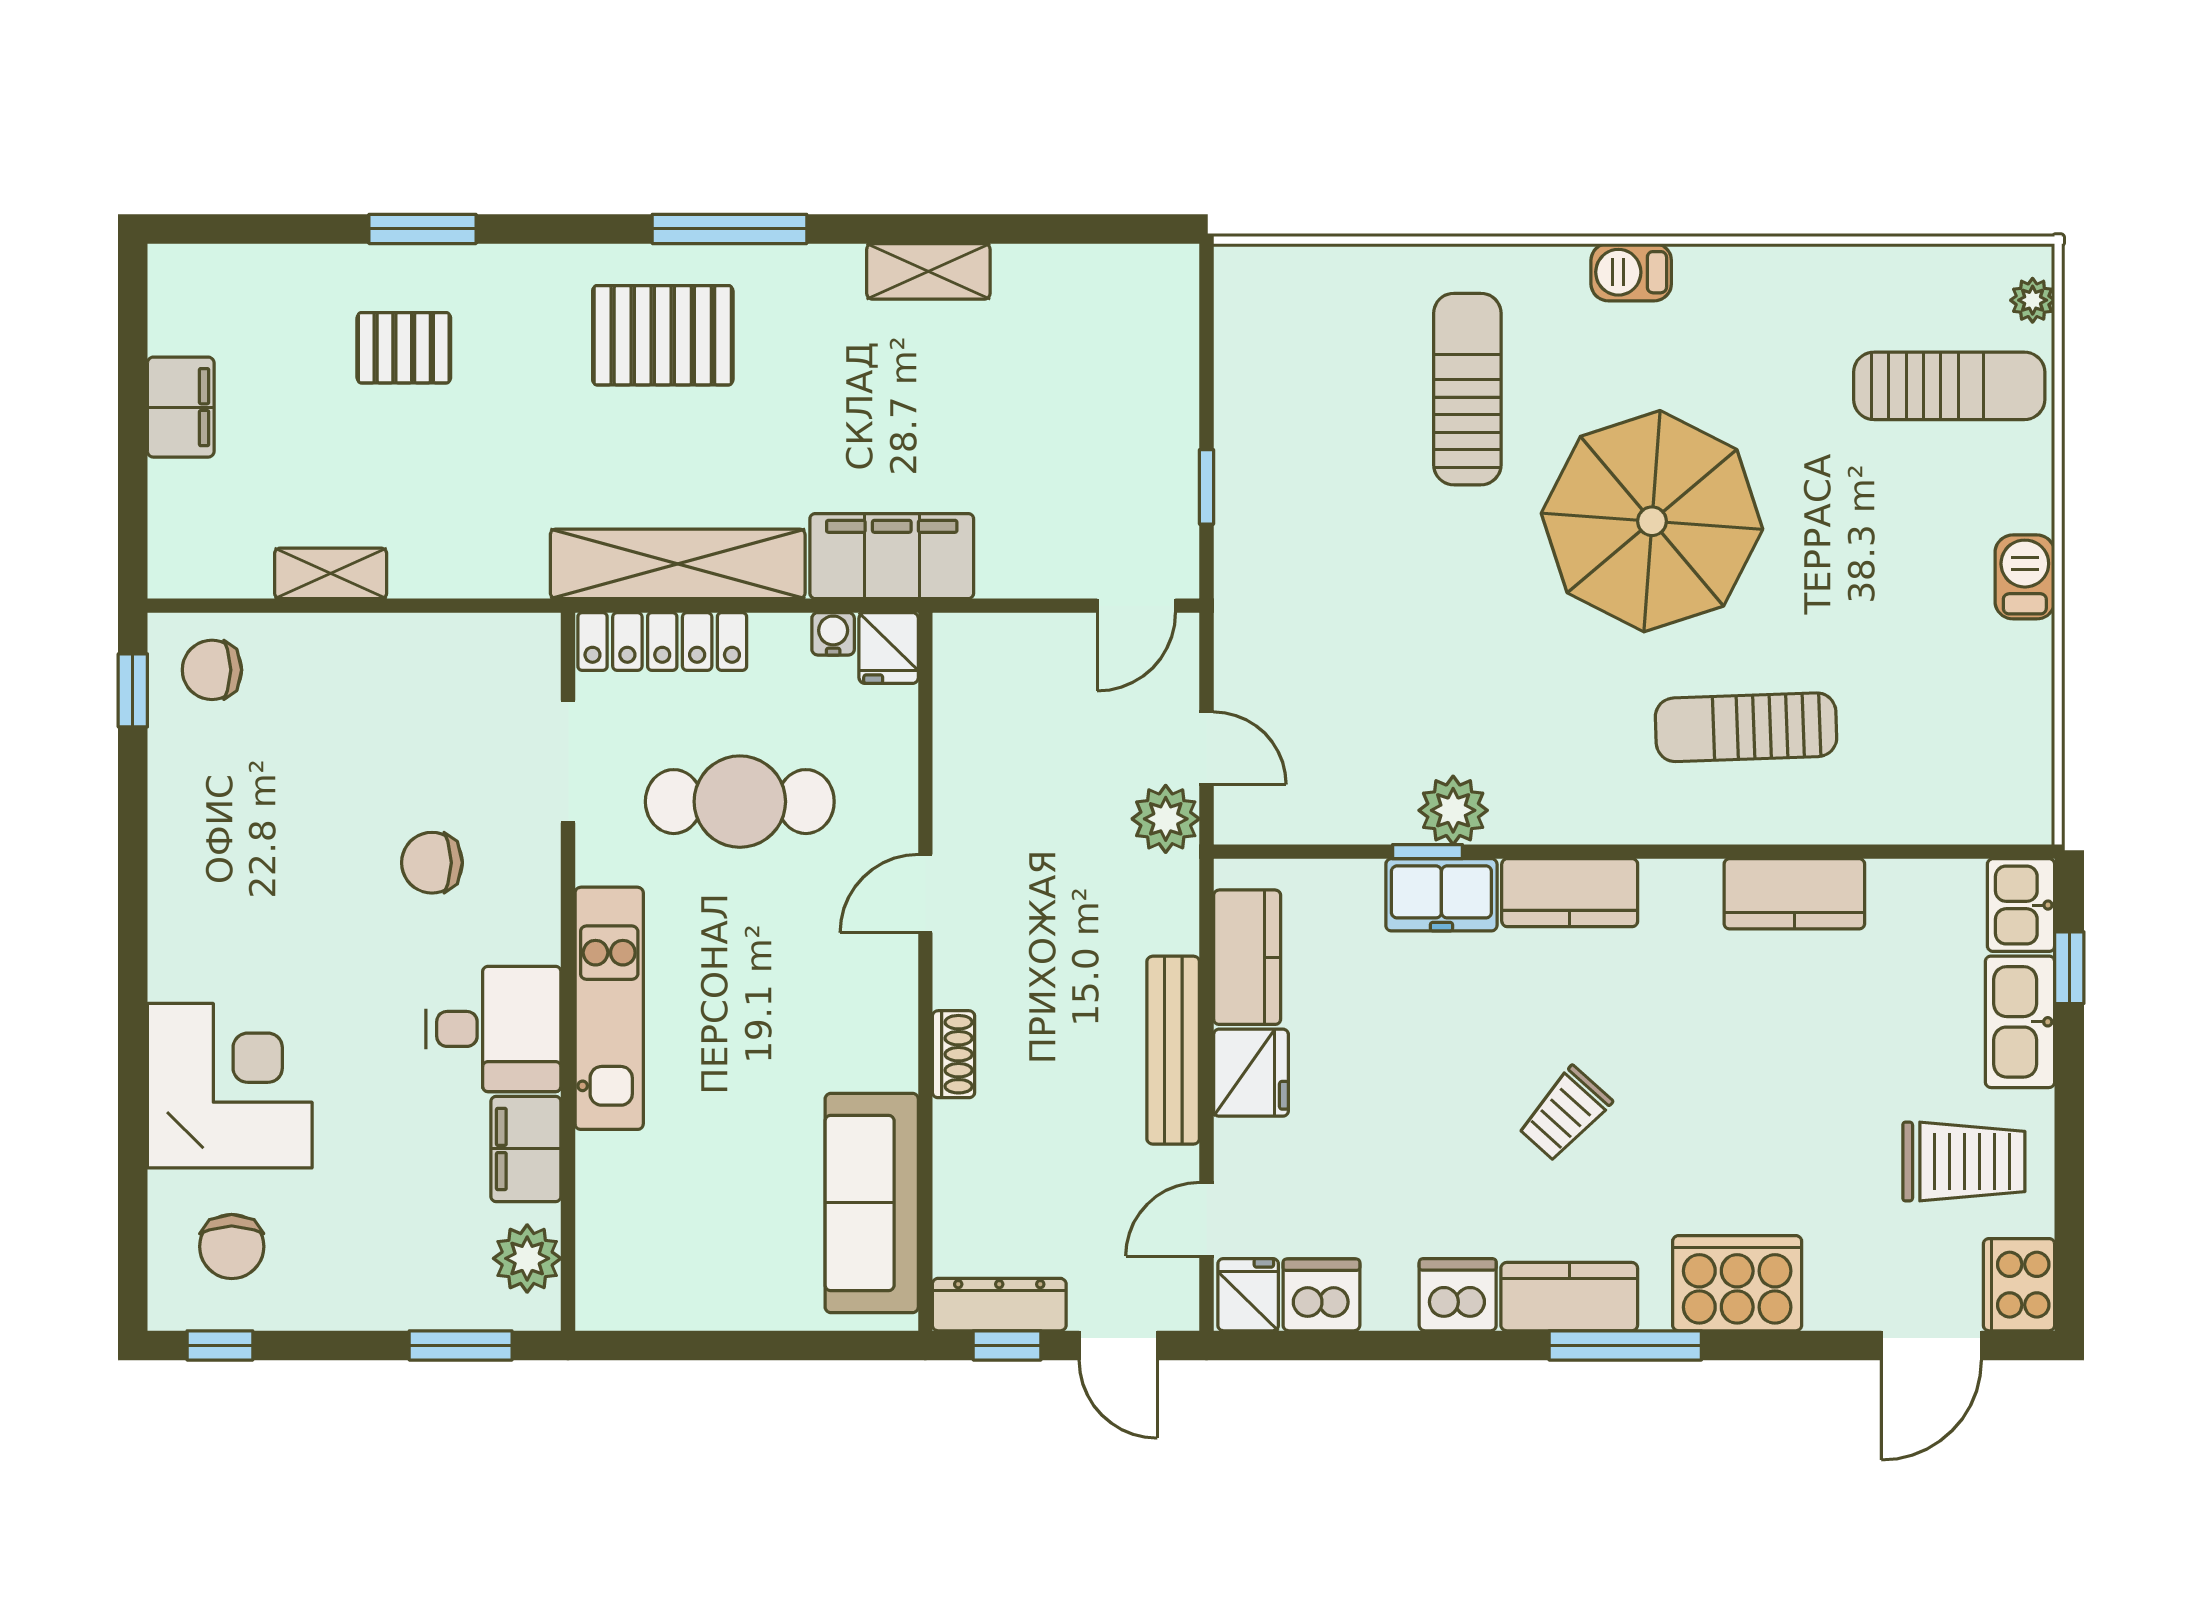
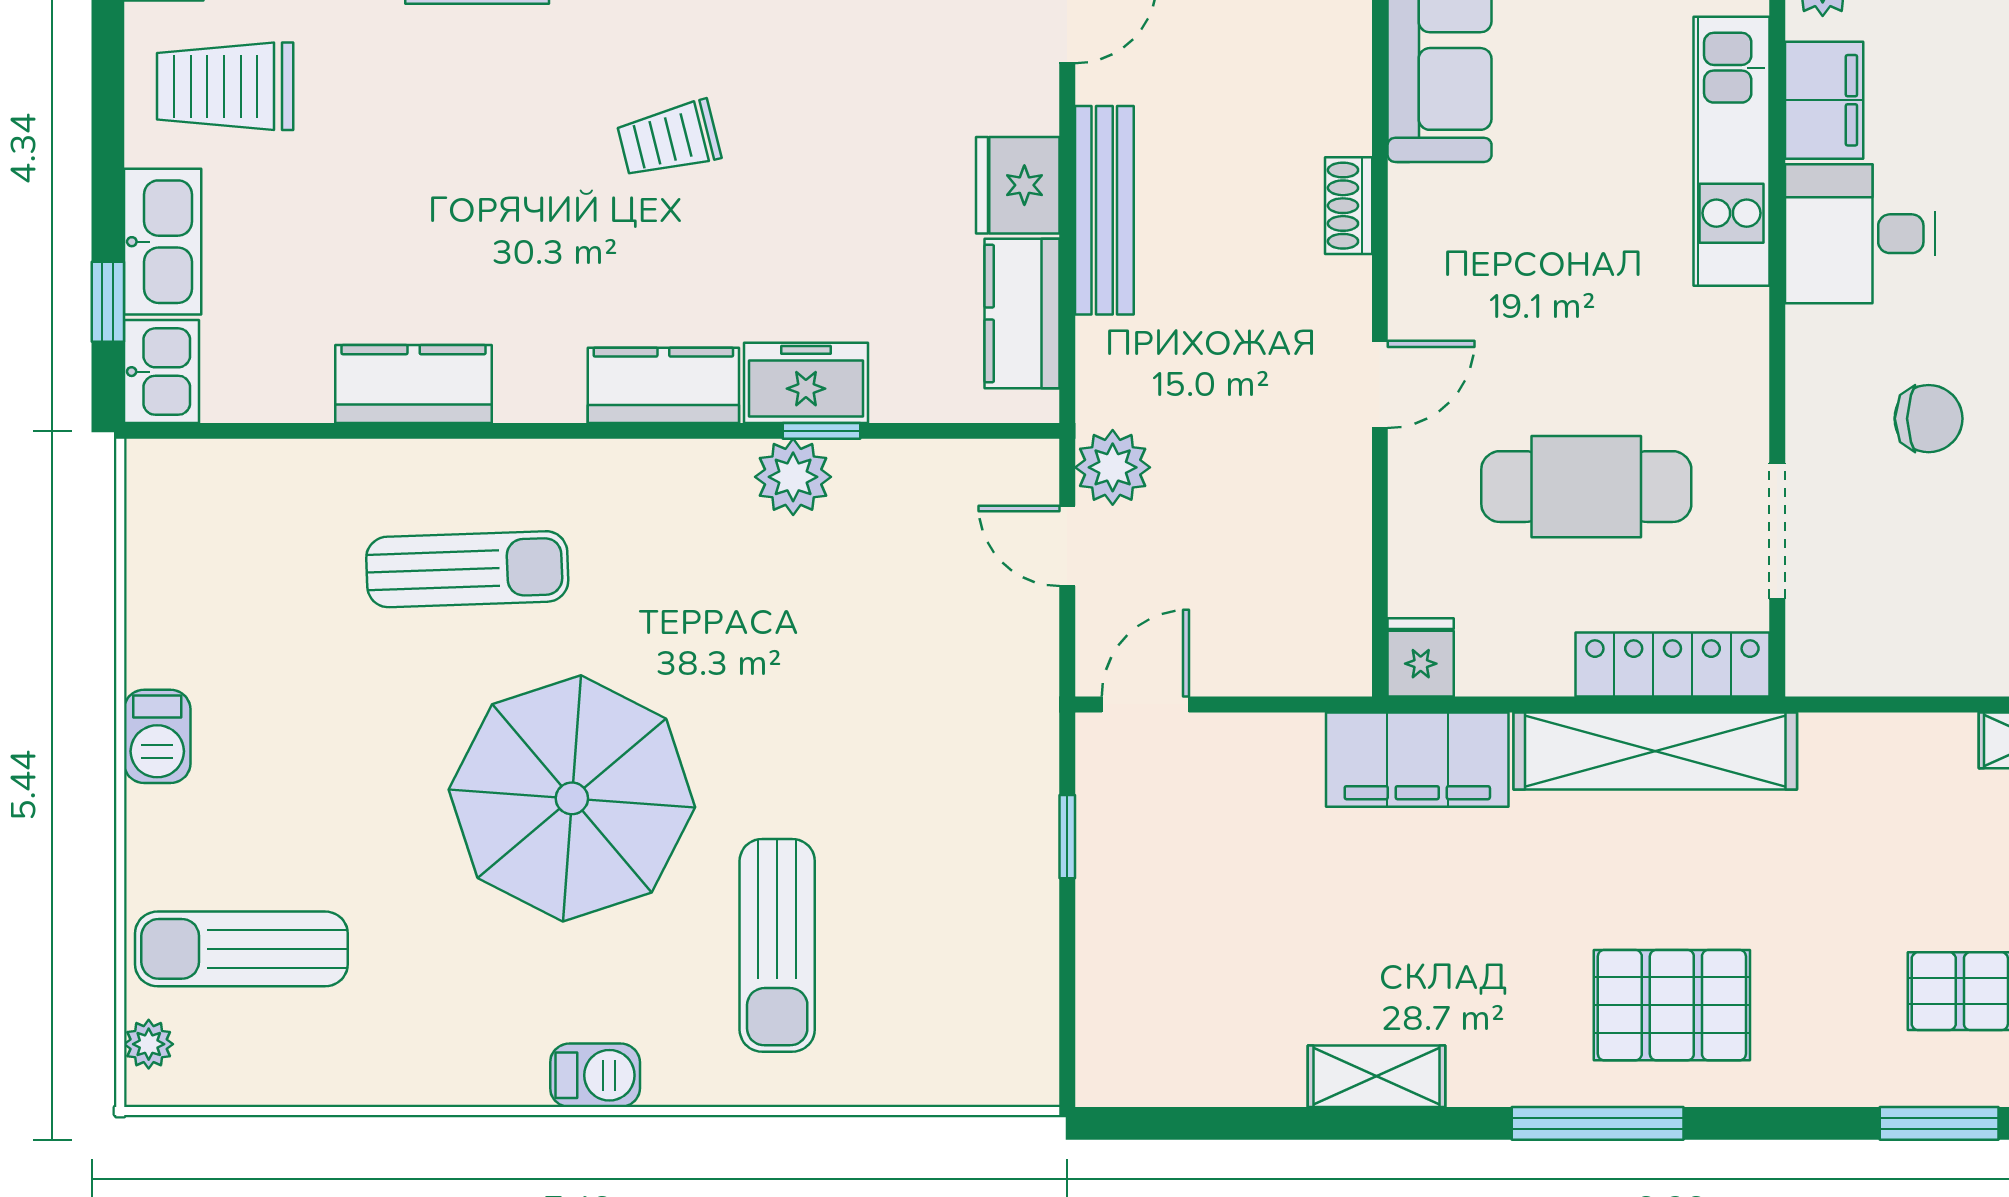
water cooler: (833, 634) -> (1482, 673), removed
kitchen unit: (609, 1008) -> (1731, 151), moved
trolley: (1565, 1114) -> (669, 139), turned -146

